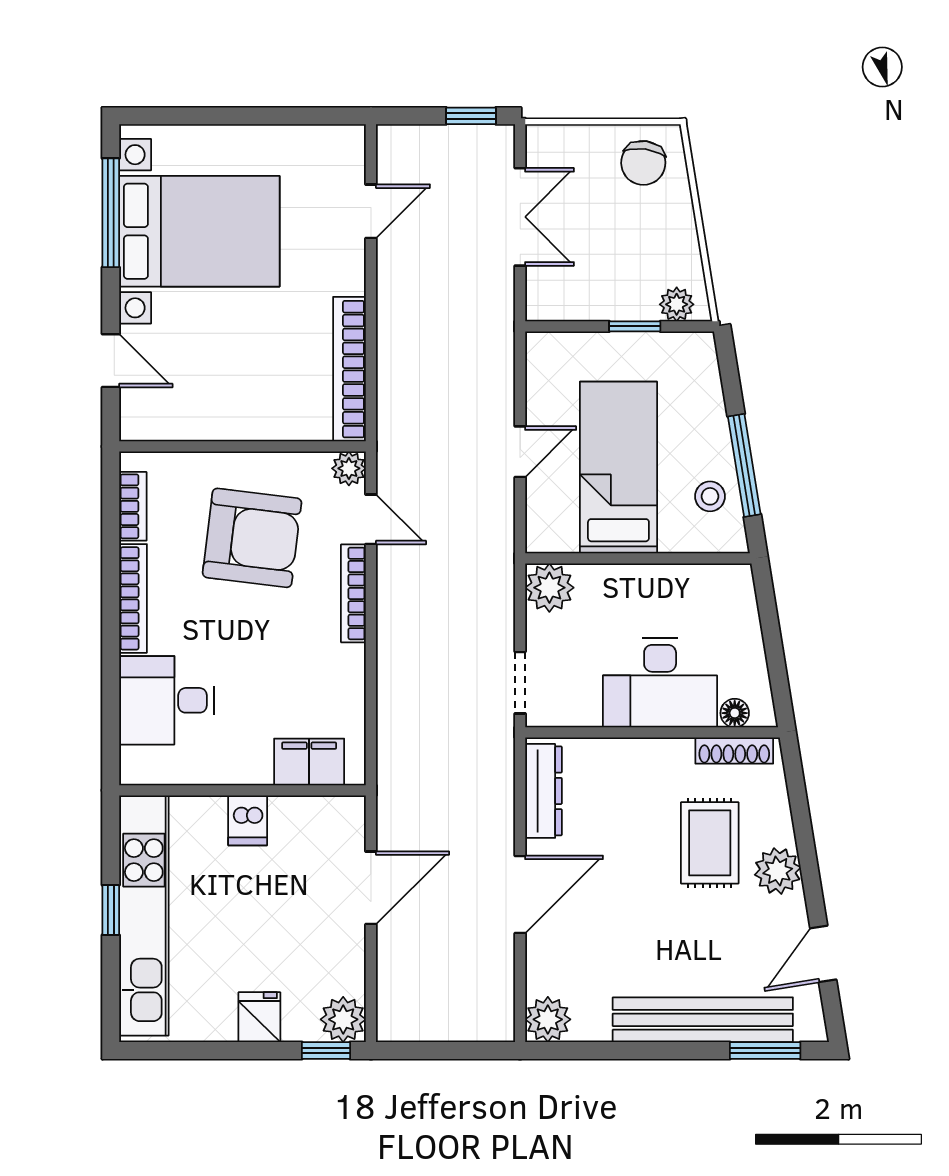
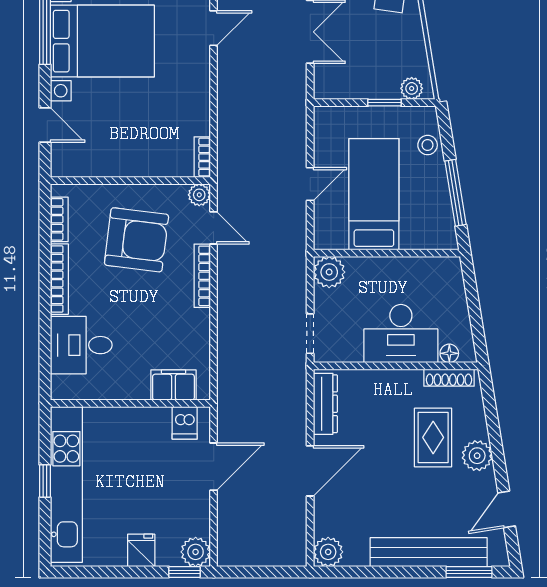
bookcase: (350, 369) -> (202, 157), width x0.43, depth x0.76
stool: (710, 496) -> (428, 145), moved
dishwasher: (248, 820) -> (185, 423), moved

